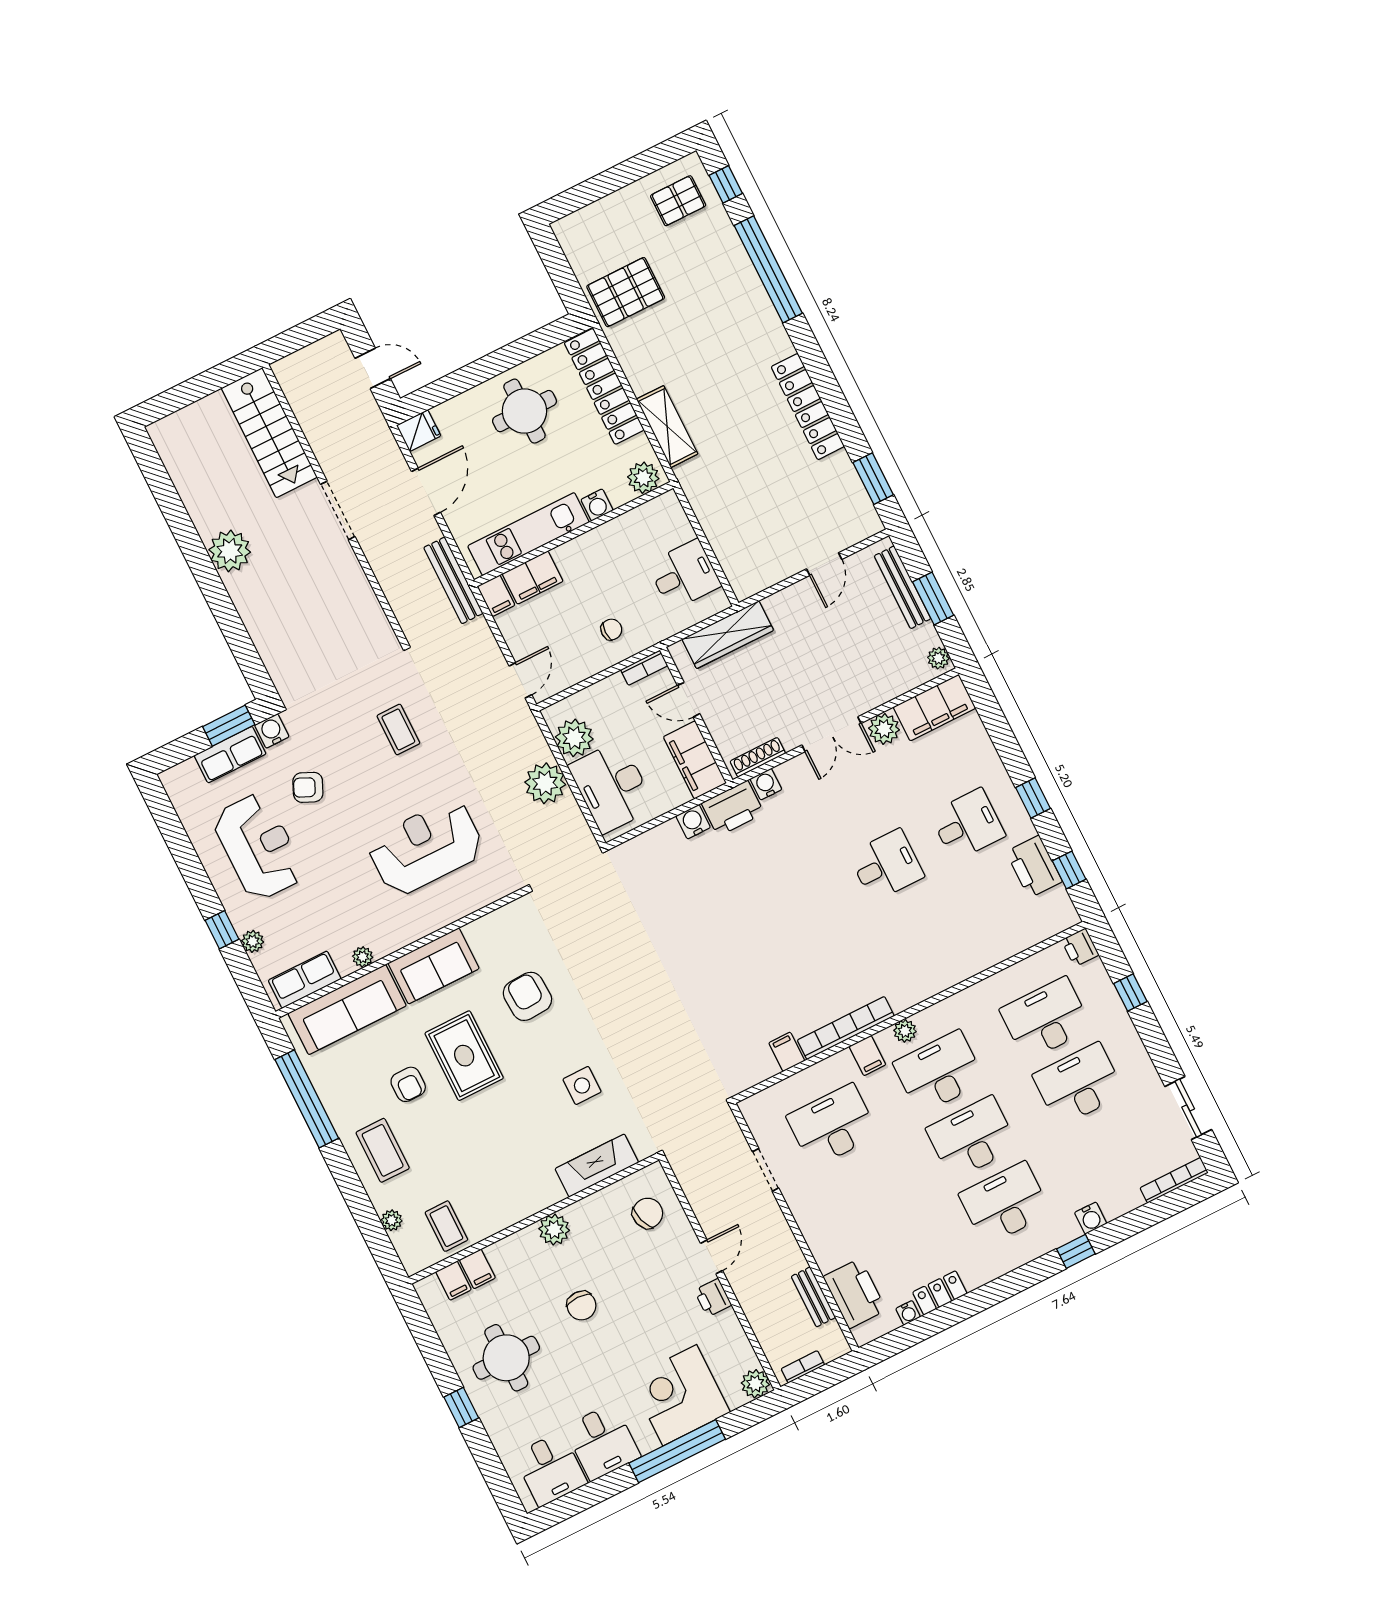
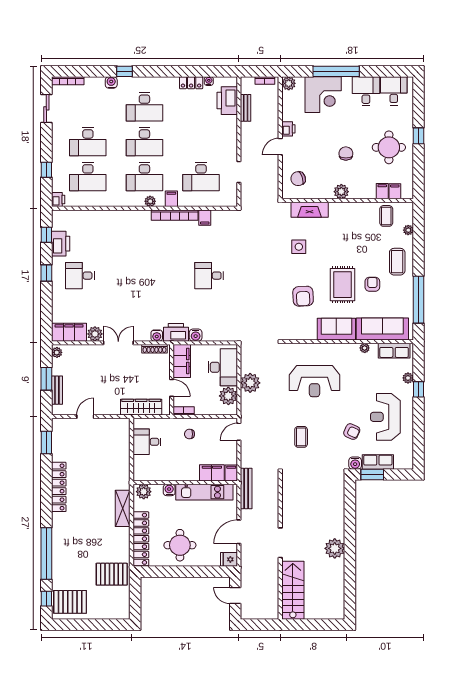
pallet: (678, 201) -> (70, 602), width x1.50, depth x1.42
bench: (902, 587) -> (57, 390), width x0.73
desk: (886, 865) -> (209, 276), moved

